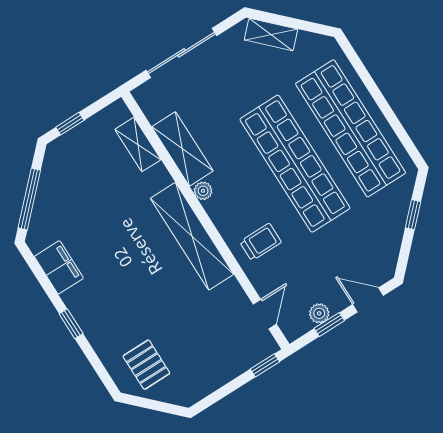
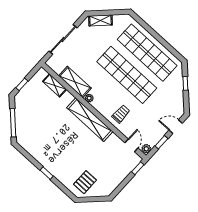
filing cabinet: (59, 267) -> (34, 150), removed
plant: (319, 313) -> (146, 149), moved
pallet: (146, 365) -> (85, 182), turned 90

